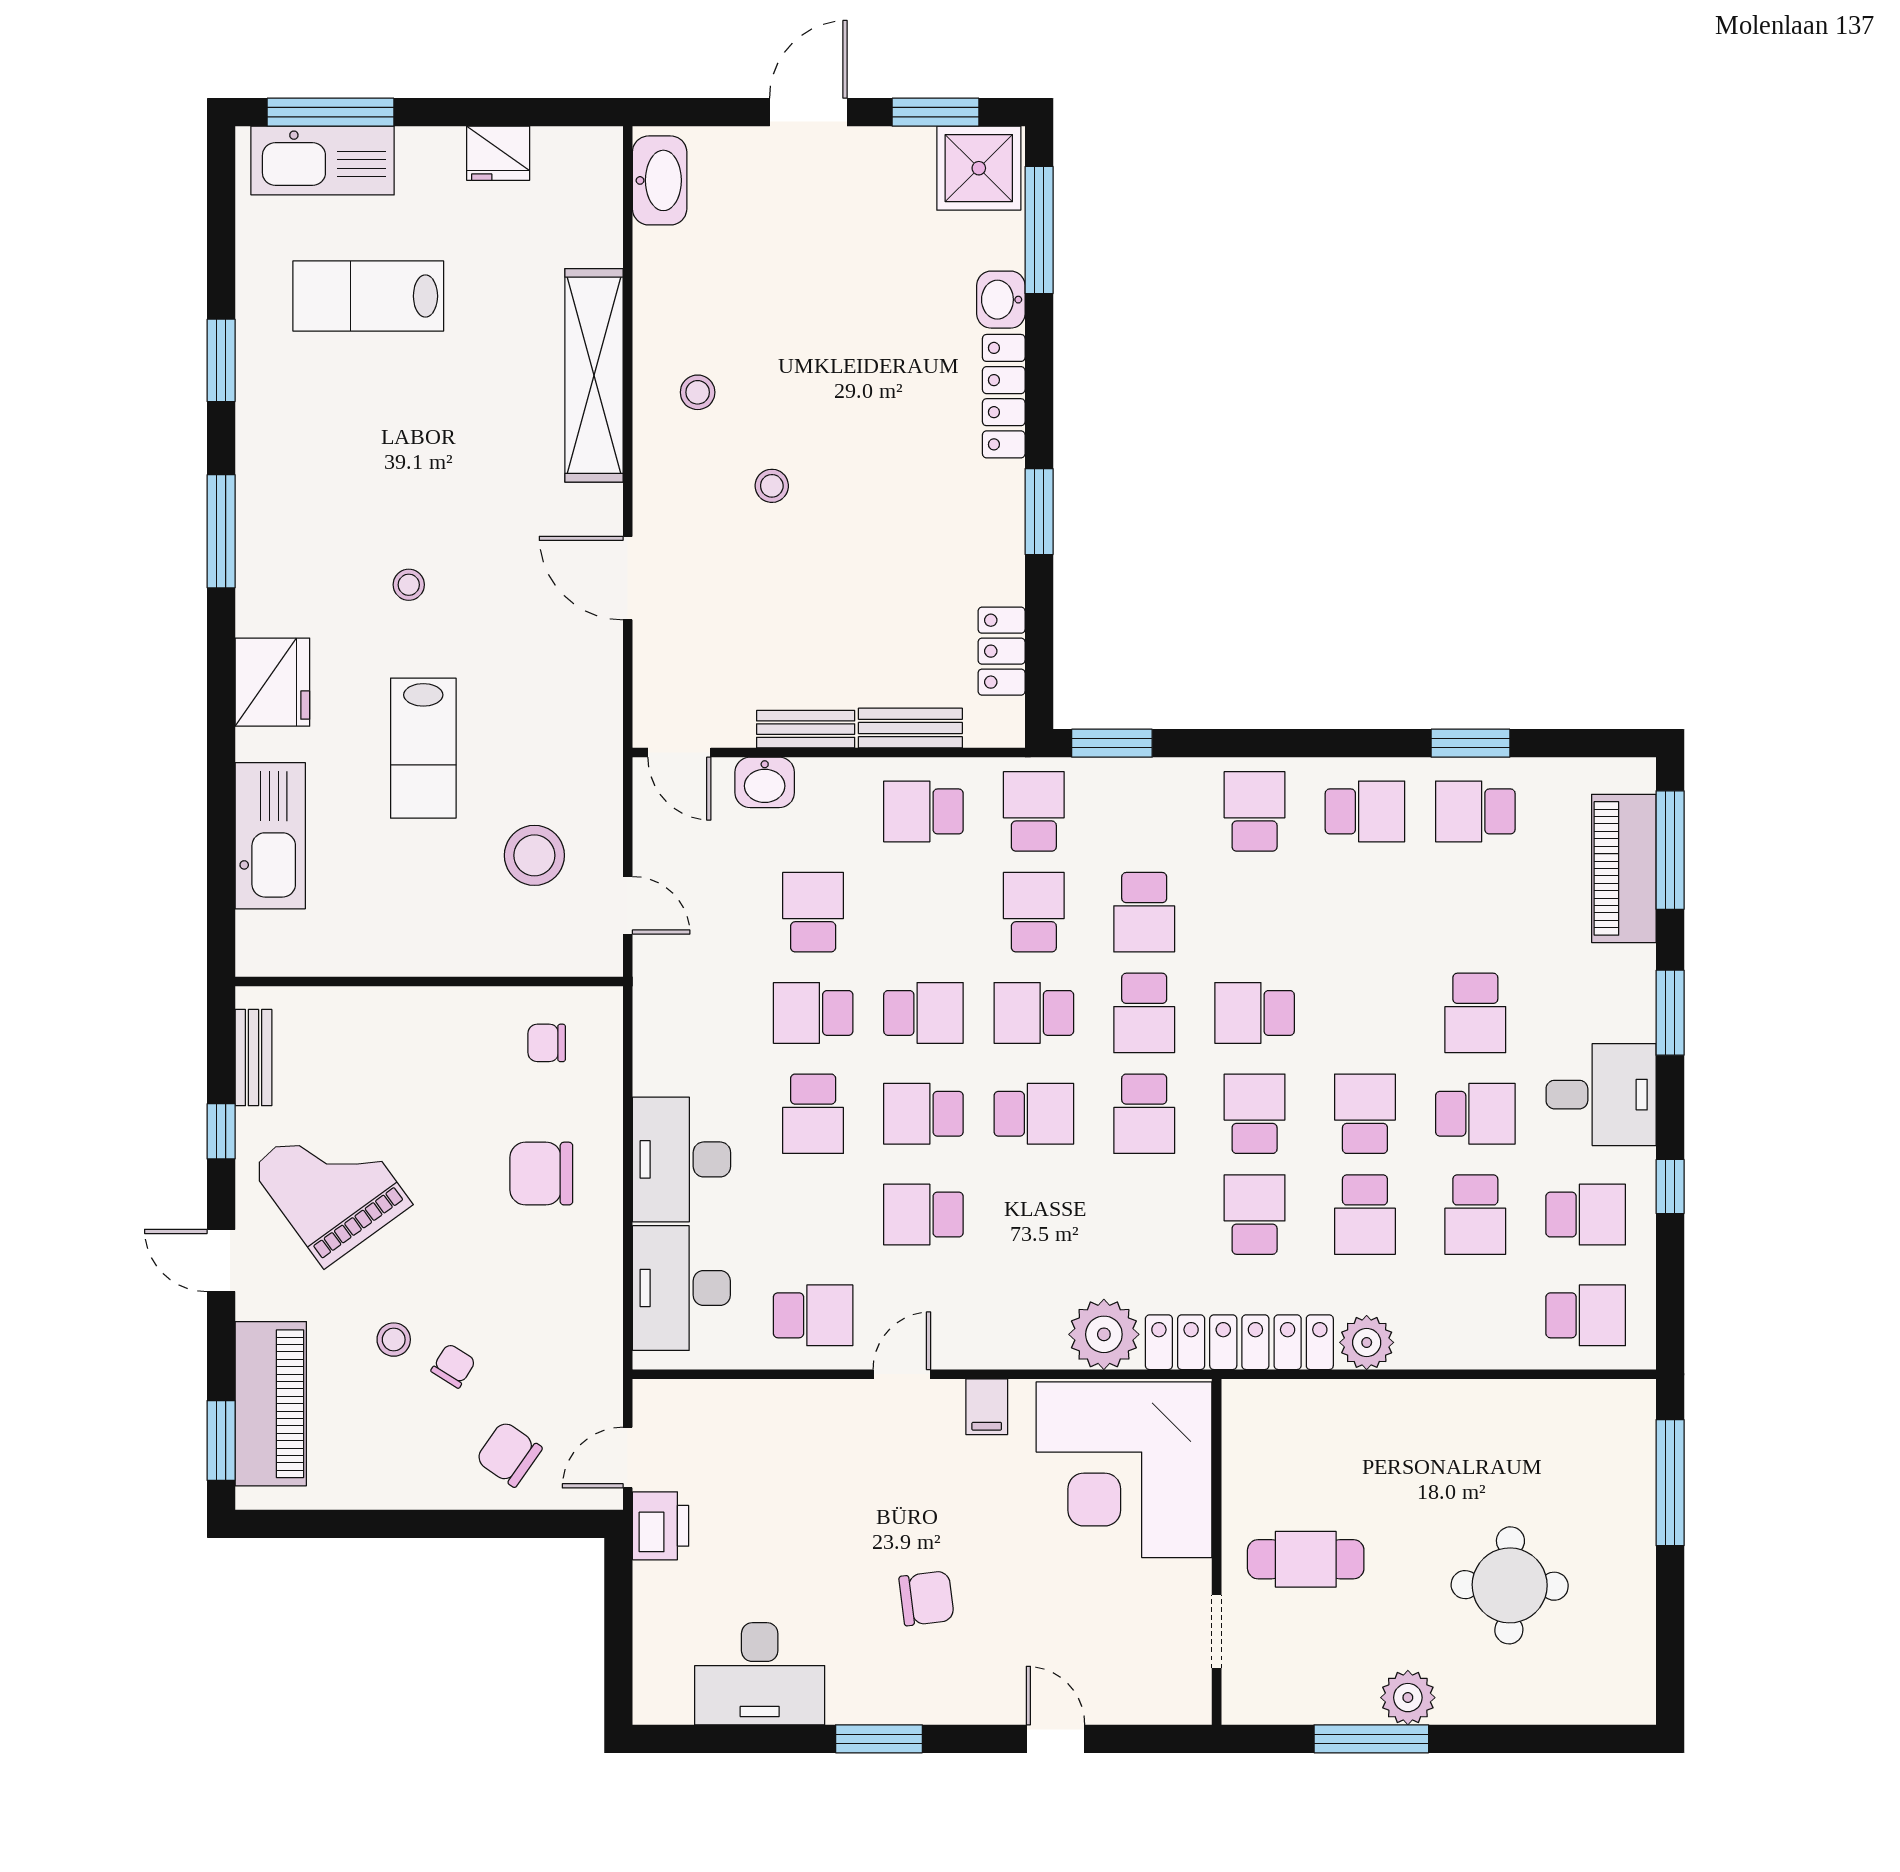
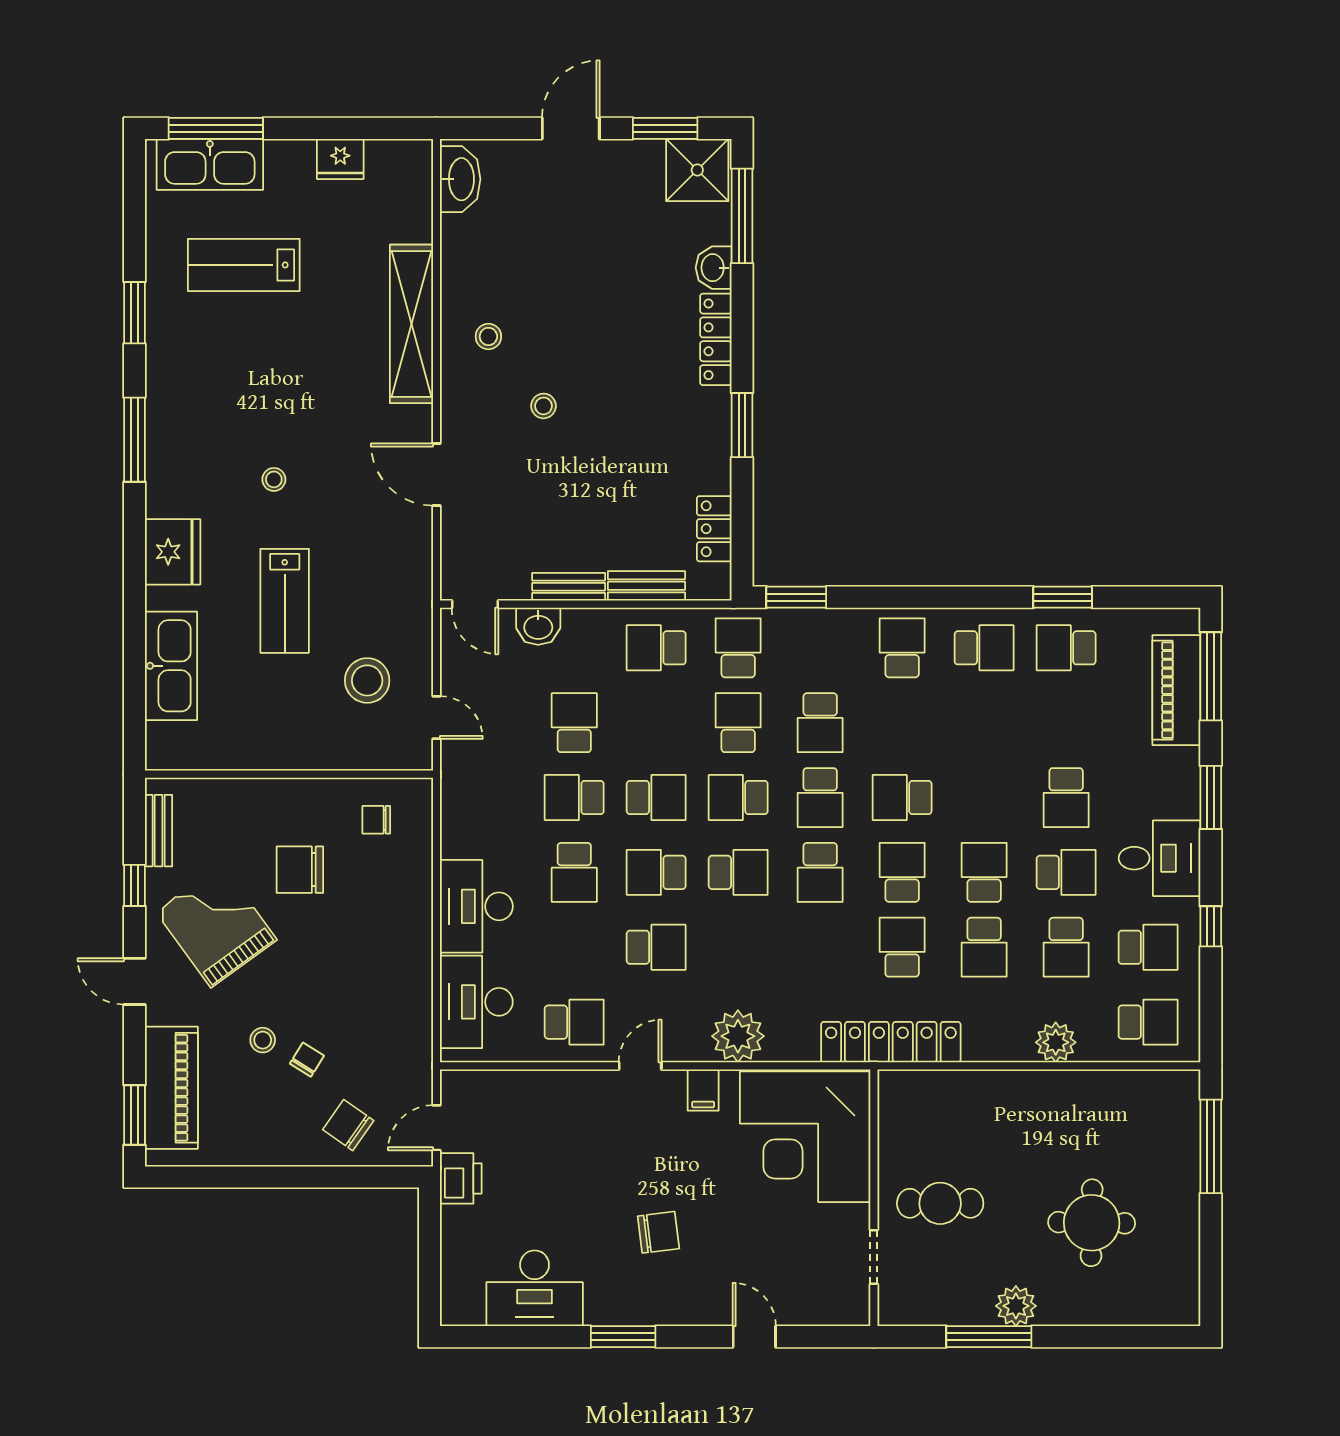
chair: (541, 1174) -> (300, 870), moved
school desk: (923, 1215) -> (656, 947), turned 180
plant: (1104, 1334) -> (738, 1036), moved
plant: (1367, 1342) -> (1056, 1042), moved

